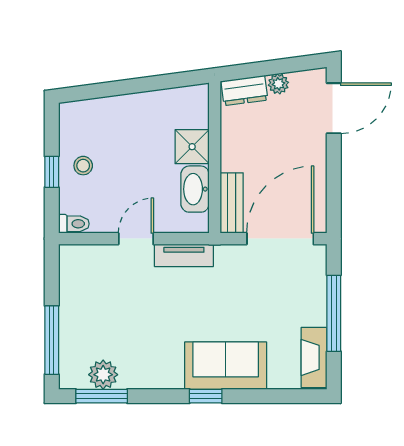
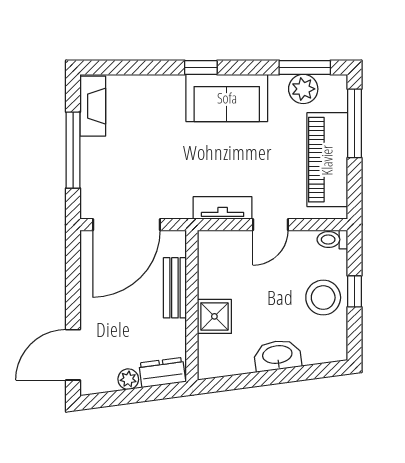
stool: (83, 166) -> (323, 298), width x1.89, depth x1.89
washbasin: (195, 189) -> (277, 355), moved, turned -98
bench: (232, 203) -> (175, 288), moved
piano: (79, 304) -> (327, 160), added
sofa: (226, 366) -> (227, 98), moved

